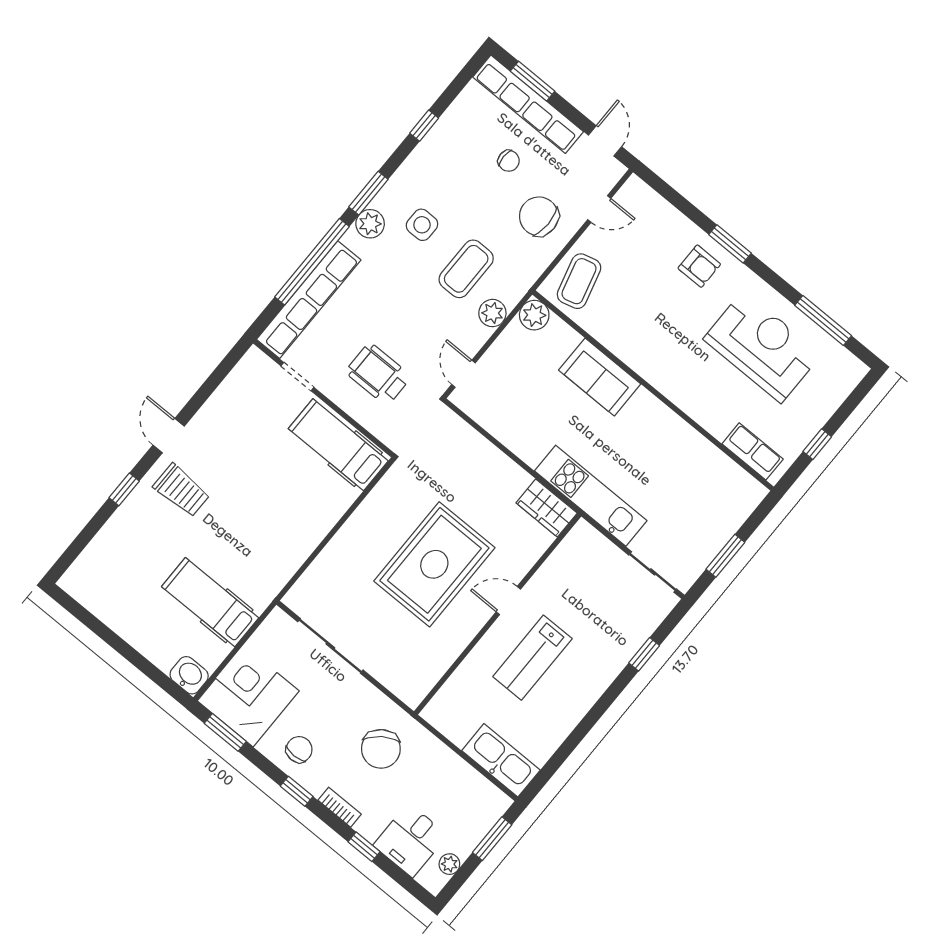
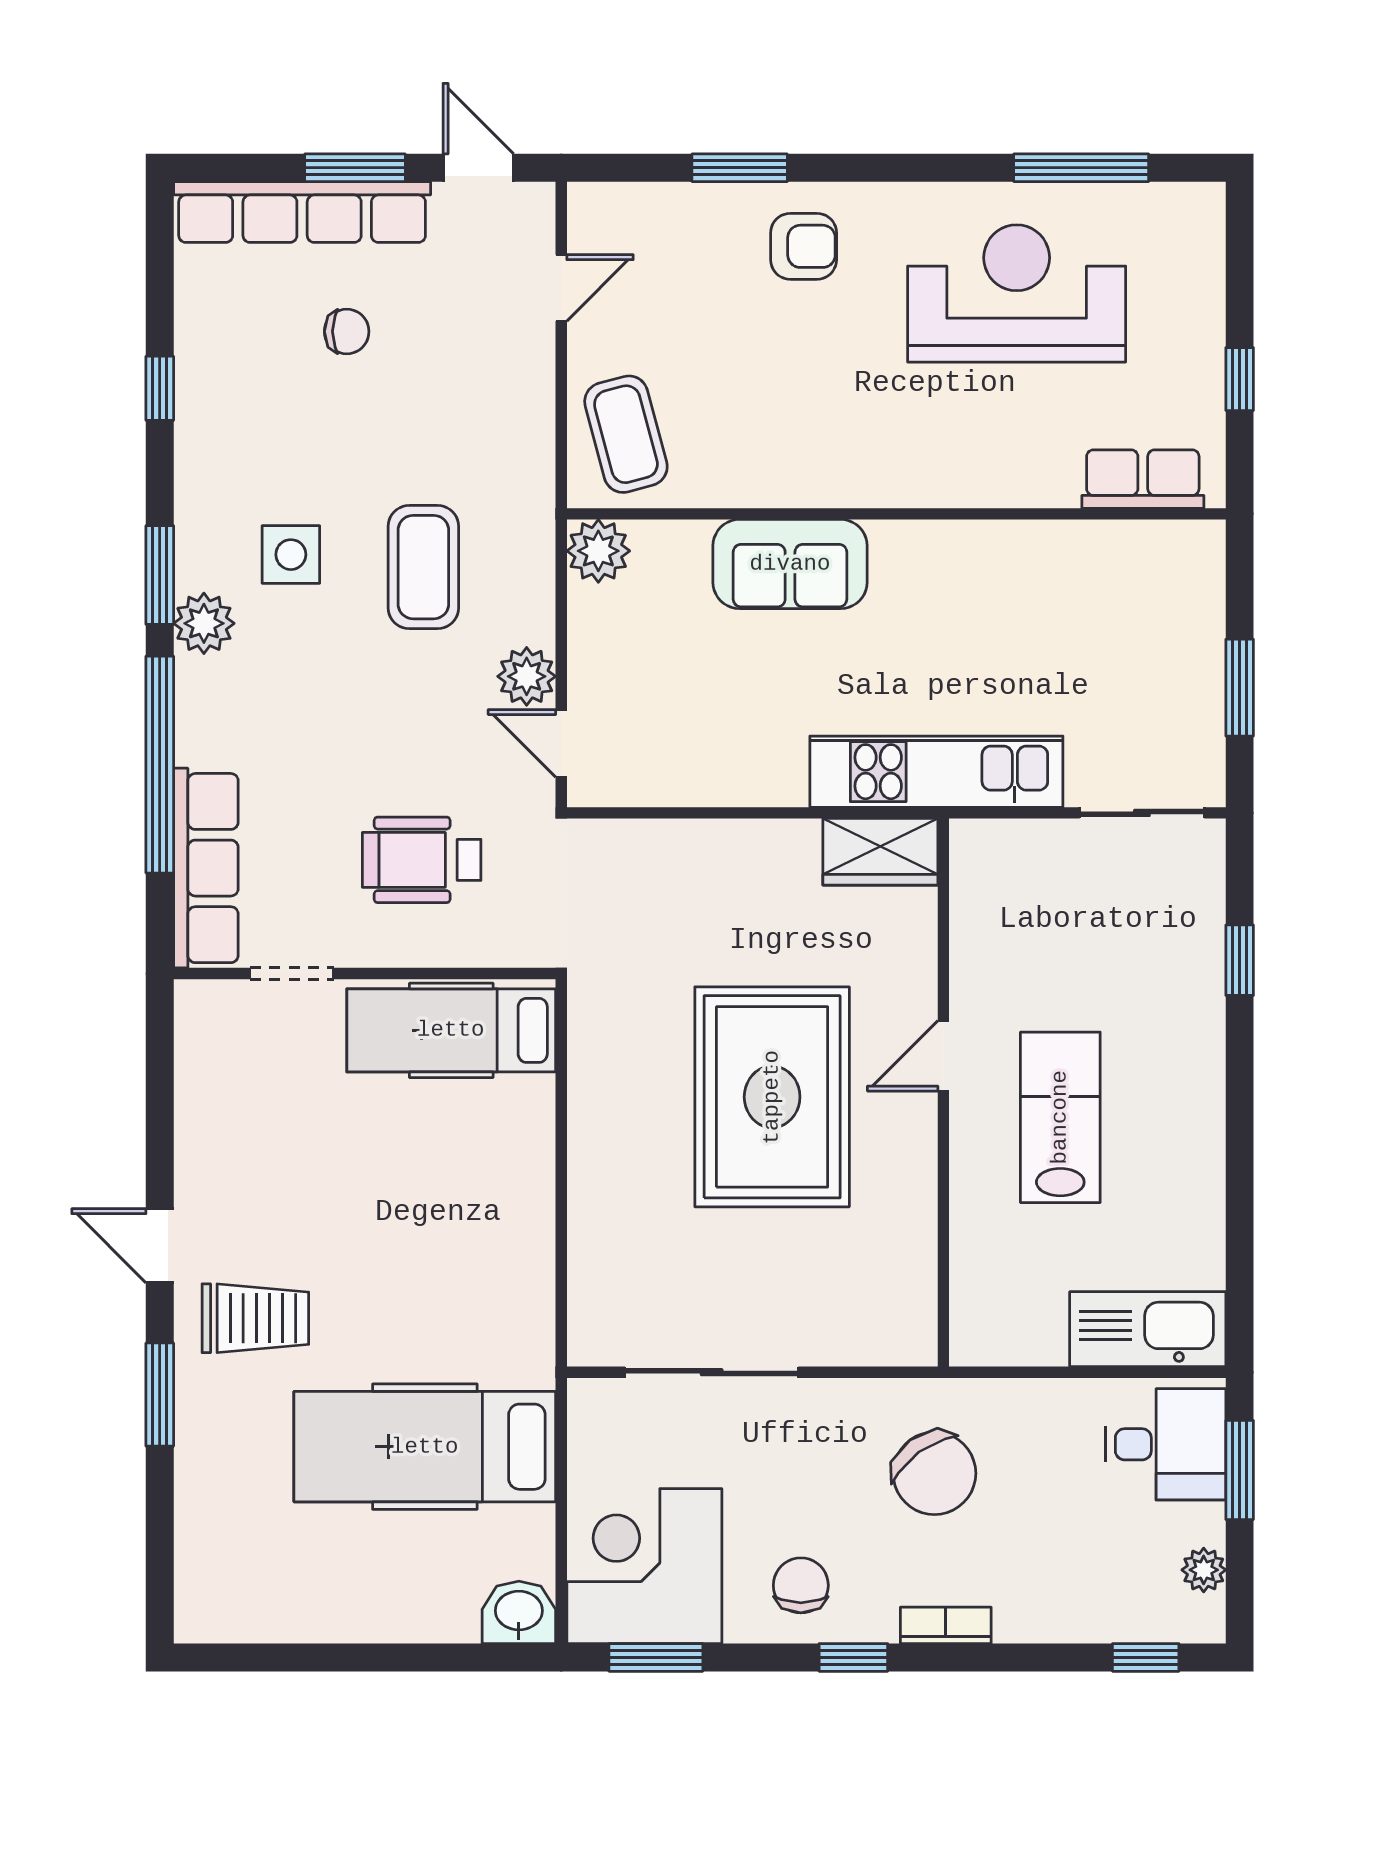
window: (533, 81) -> (355, 168), moved
chair: (539, 216) -> (472, 382), removed
window: (730, 244) -> (740, 168), moved
row of seats: (309, 300) -> (206, 868), width x0.73
plant: (492, 313) -> (527, 676), moved
window: (124, 489) -> (160, 1395), width x1.50
hospital bed: (210, 602) -> (425, 1447), width x1.37, depth x1.29
lab bench: (532, 658) -> (1060, 1117), turned 180
desk: (410, 840) -> (1166, 1444), moved, turned -90
window: (364, 847) -> (1146, 1657), moved

